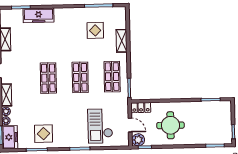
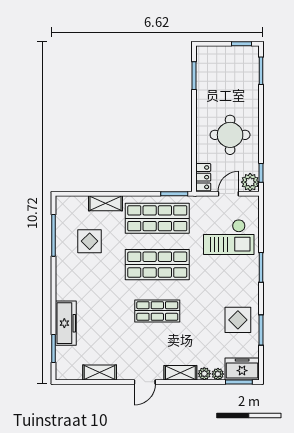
shop shelf: (80, 77) -> (157, 265), width x1.43, depth x1.36
shop shelf: (112, 77) -> (157, 218), width x1.43, depth x1.36

